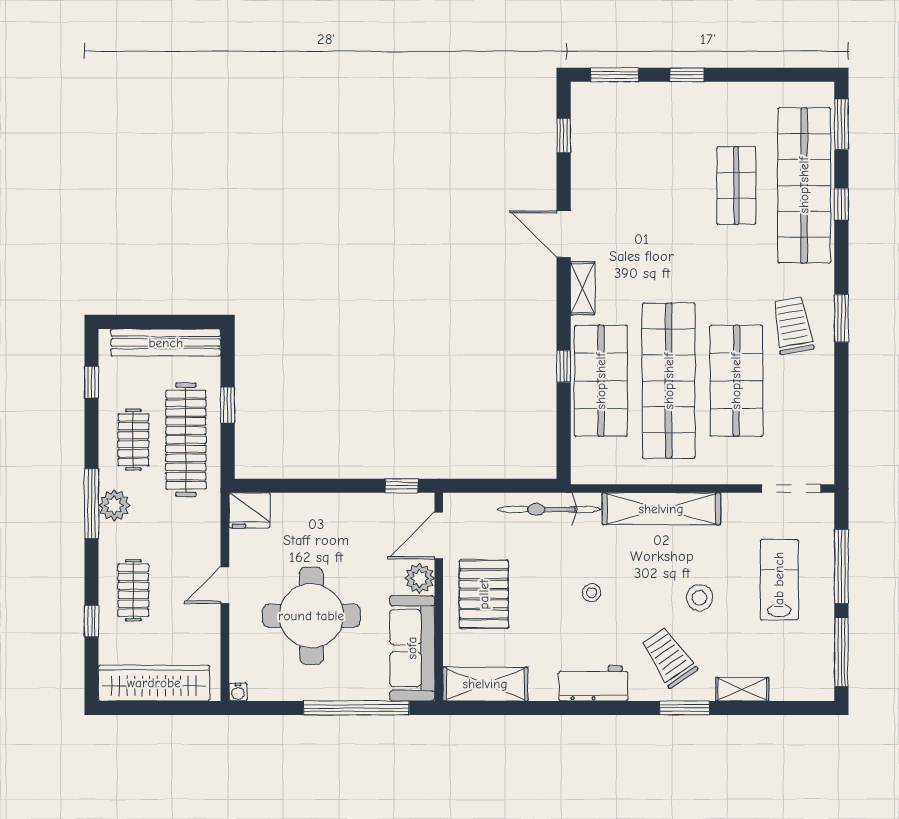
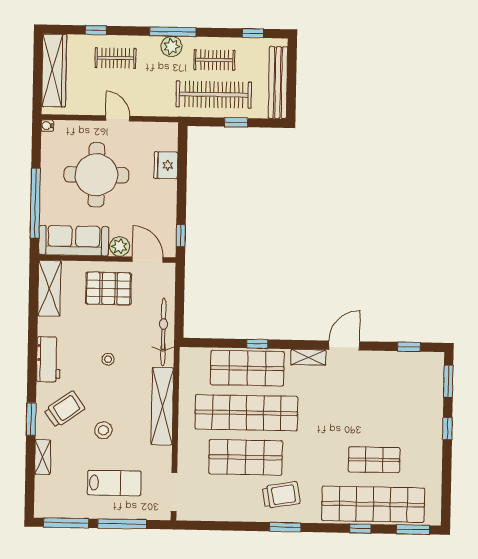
fridge: (250, 510) -> (166, 165), moved

